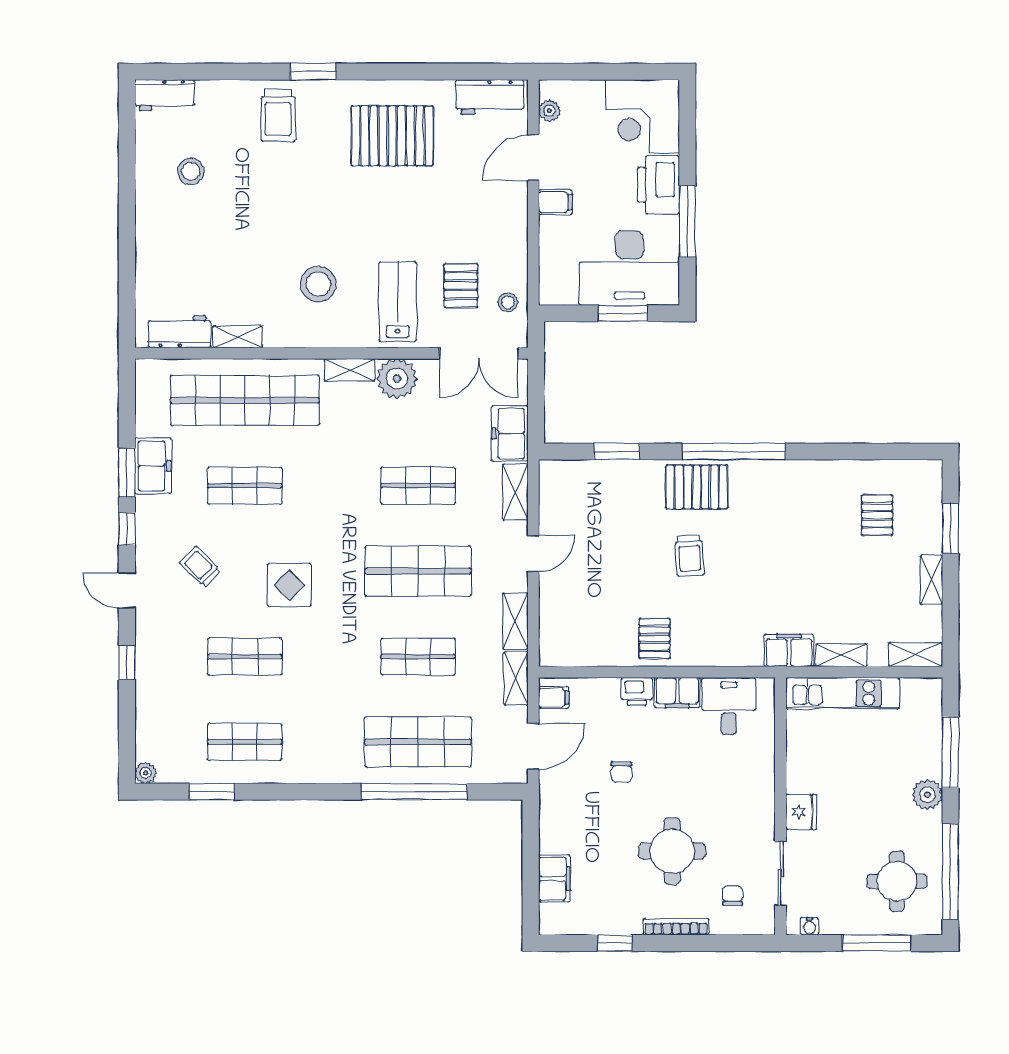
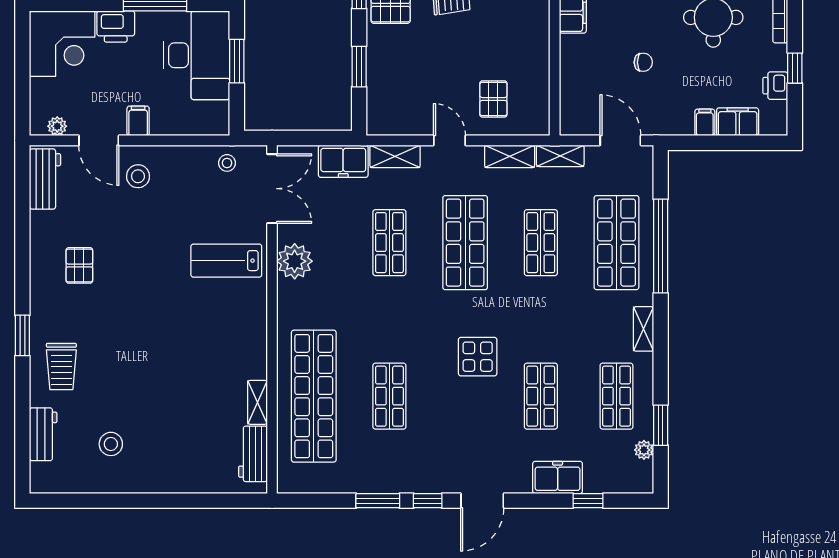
workbench: (165, 95) -> (43, 434), moved
trolley: (278, 115) -> (61, 367), turned 90
pallet: (392, 136) -> (79, 265), width x0.49, depth x0.50
printer: (658, 185) -> (116, 26), width x0.73, depth x0.84
stool: (318, 284) -> (138, 176), moved, width x0.73, depth x0.73
pallet: (461, 285) -> (212, 205), removed
shelving: (350, 370) -> (643, 329), moved
freezer: (153, 466) -> (558, 477), moved
trolley: (200, 567) -> (461, 436), removed
door: (127, 590) -> (482, 501), width x1.38
pallet: (655, 638) -> (493, 99), moved, turned 90
window: (127, 663) -> (588, 501), moved
printer: (637, 691) -> (775, 86), moved, turned 180
filing cabinet: (554, 698) -> (705, 122), moved
plant: (146, 773) -> (644, 450), moved

